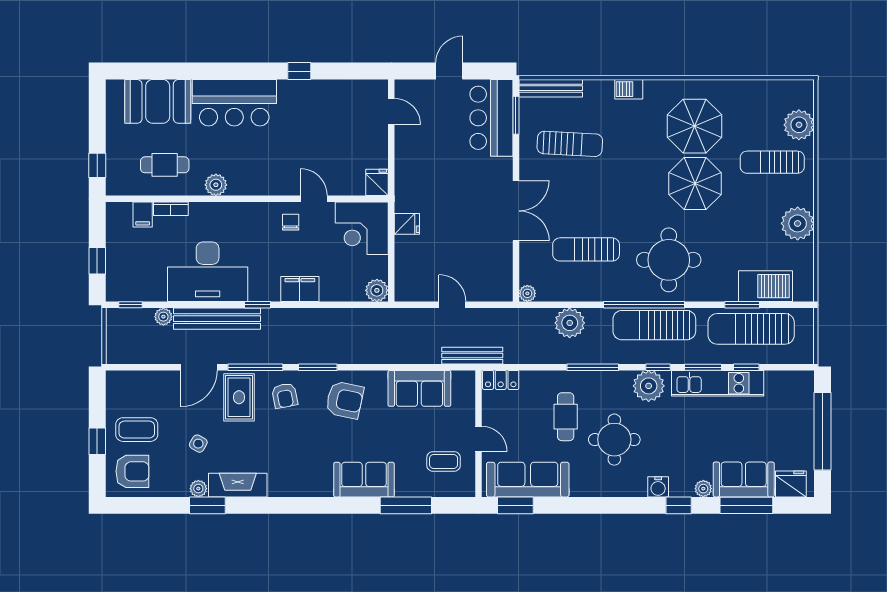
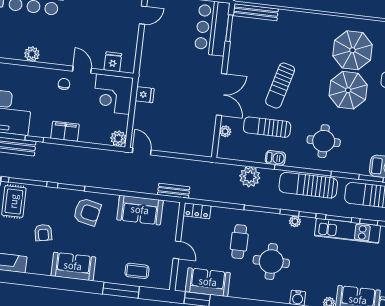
barbecue: (629, 89) -> (275, 158), moved, turned 180
door: (391, 111) -> (143, 15), hinge flipped
sun lounger: (570, 144) -> (280, 86), moved, turned 102
fridge: (377, 182) -> (113, 62), moved
plant: (216, 185) -> (32, 54), moved
round table: (669, 260) -> (324, 141), width x0.73, depth x0.73
plant: (527, 293) -> (225, 131), moved
door: (452, 305) -> (142, 151), moved
bench: (472, 356) -> (174, 191), width x0.73
plant: (649, 386) -> (295, 221), width x0.53, depth x0.53
armchair: (285, 396) -> (43, 233), moved
coffee table: (444, 461) -> (137, 271), moved
sofa: (364, 480) -> (73, 266), moved
sofa: (528, 480) -> (208, 282), width x0.73

